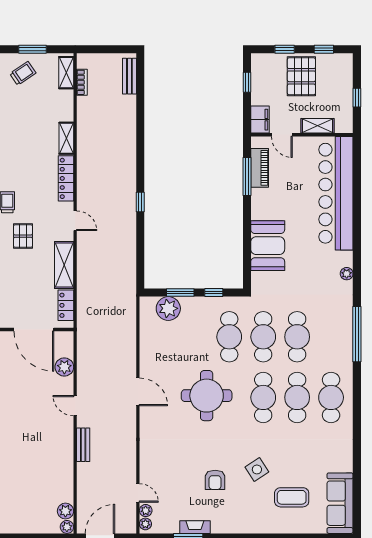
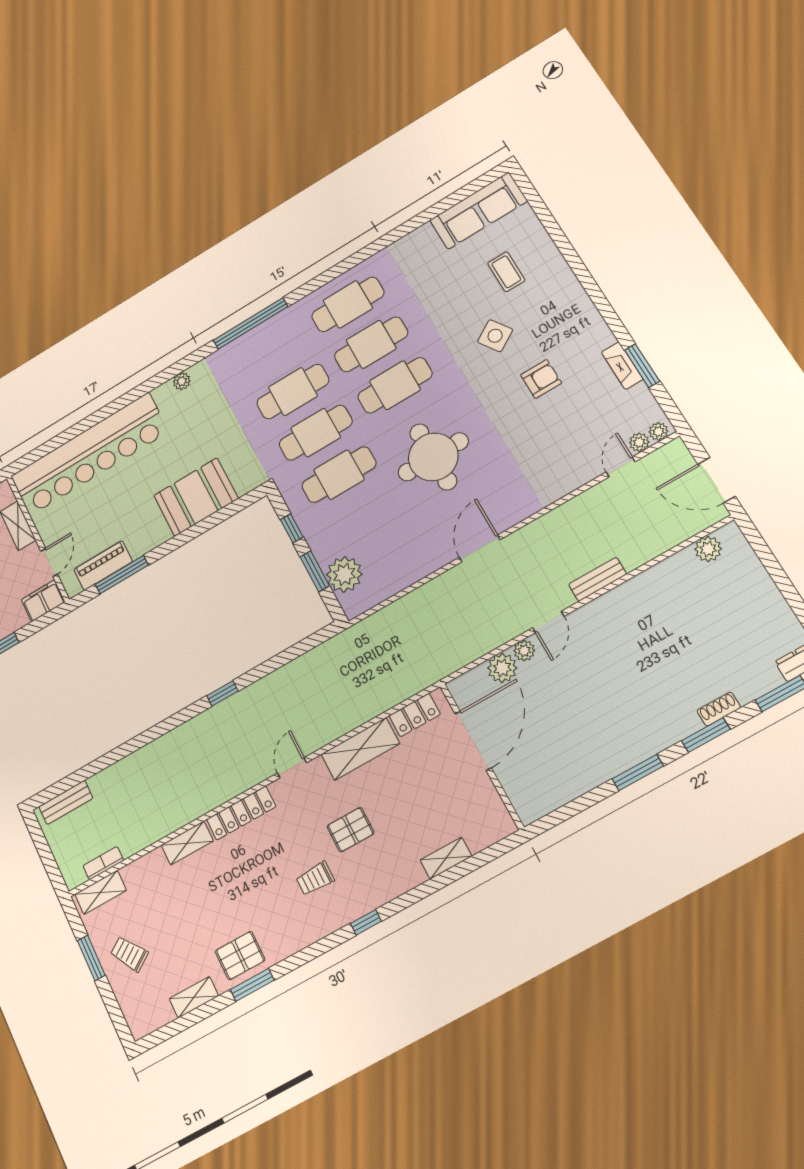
coffee table: (292, 497) -> (506, 272), width x0.73, depth x0.77
plant: (67, 527) -> (524, 651), moved

